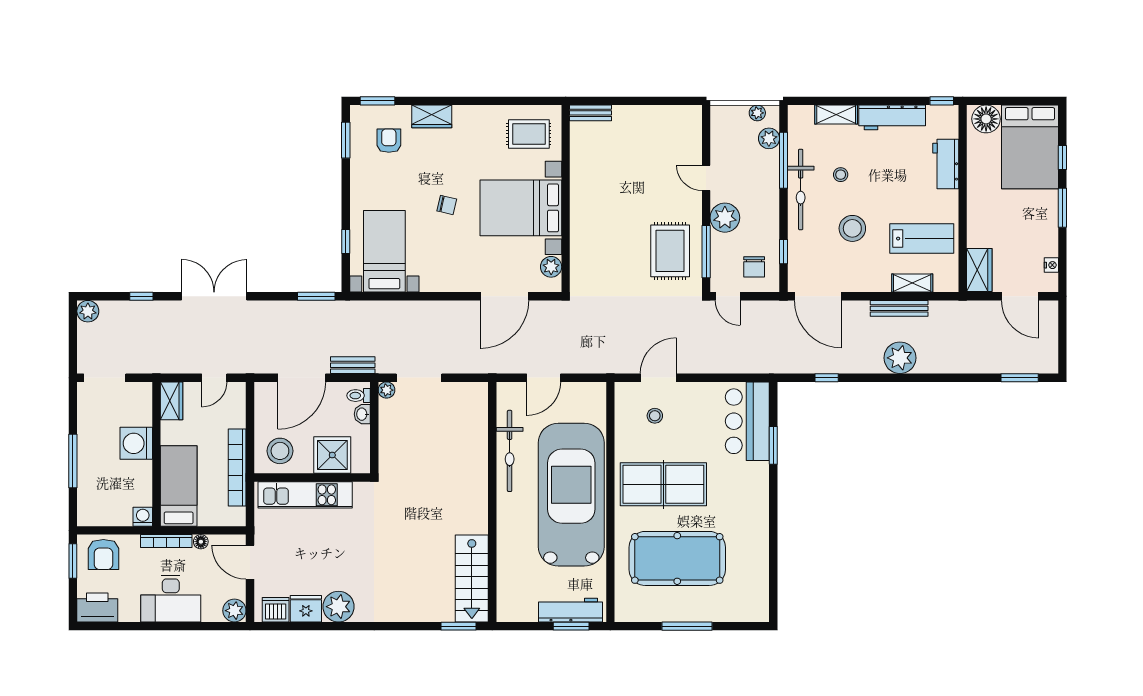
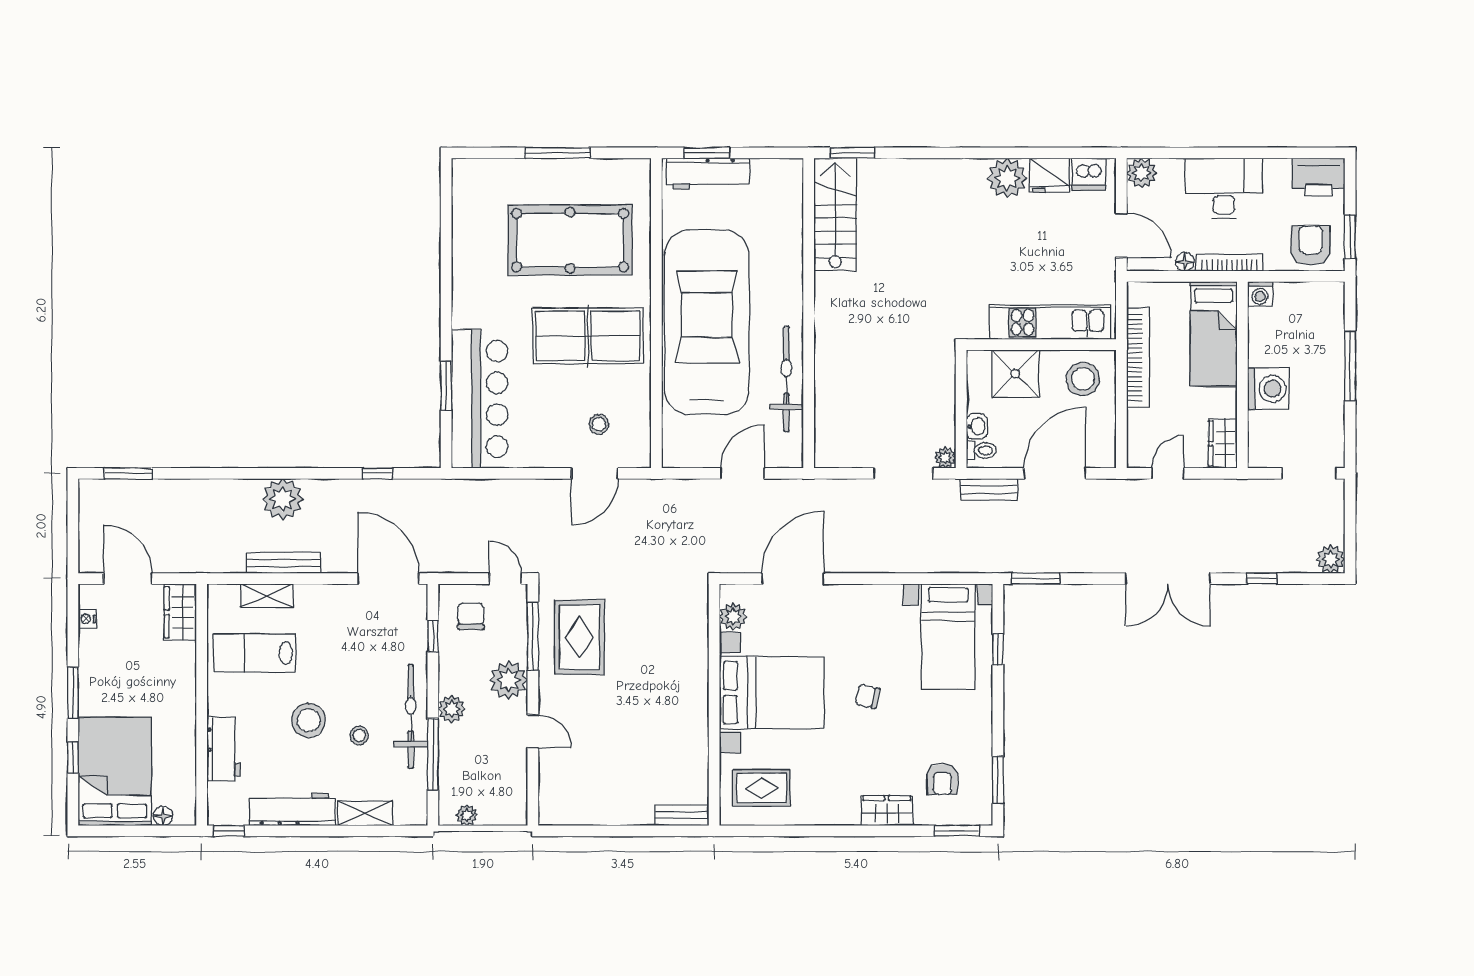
floor lamp: (986, 119) -> (163, 816), width x0.53, depth x0.53
plant: (769, 138) -> (452, 709), moved
stool: (852, 228) -> (309, 720), moved
bar counter: (747, 421) -> (480, 399), width x1.36
car: (571, 495) -> (707, 322), turned 180

